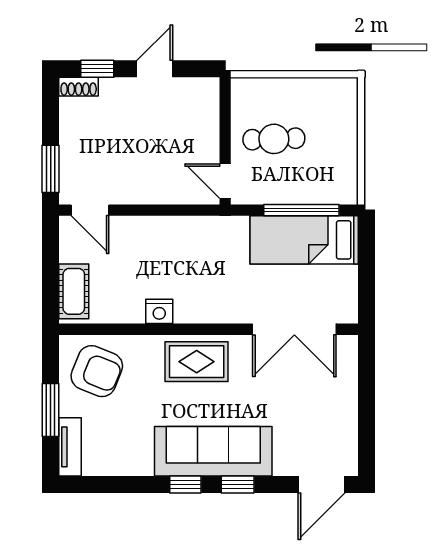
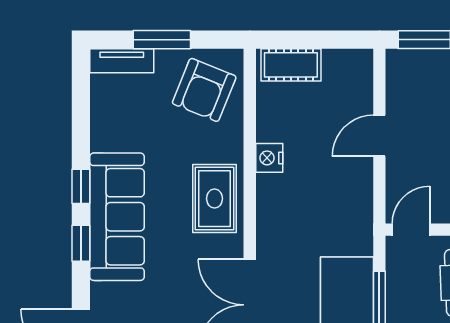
door: (90, 210) -> (379, 136), moved

